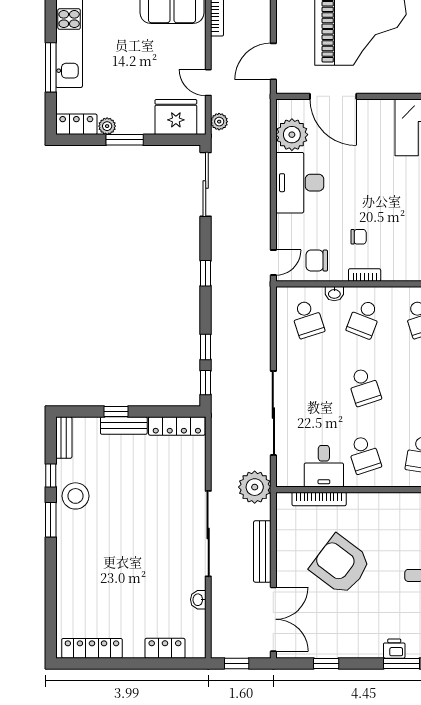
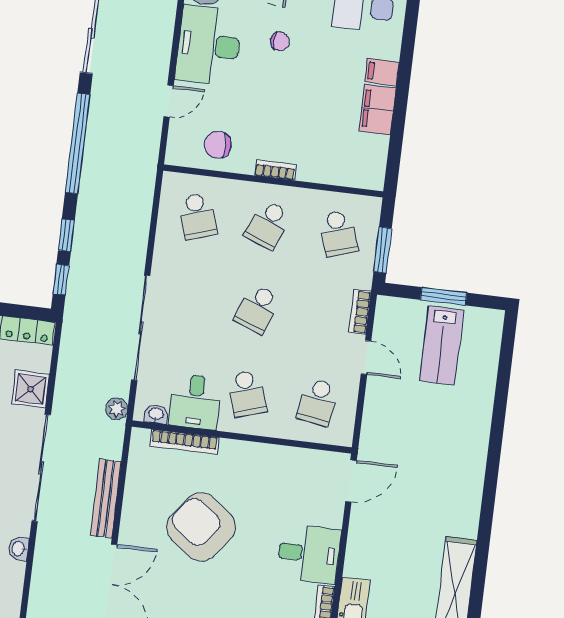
chair: (359, 237) -> (280, 41), moved
door: (273, 263) -> (169, 101), moved
window: (206, 273) -> (78, 144), width x3.17
washbasin: (334, 294) -> (156, 414), moved, turned 180
school desk: (364, 387) -> (258, 309), turned 39
shower: (192, 472) -> (31, 389), added
plant: (255, 487) -> (117, 409), width x0.53, depth x0.53

